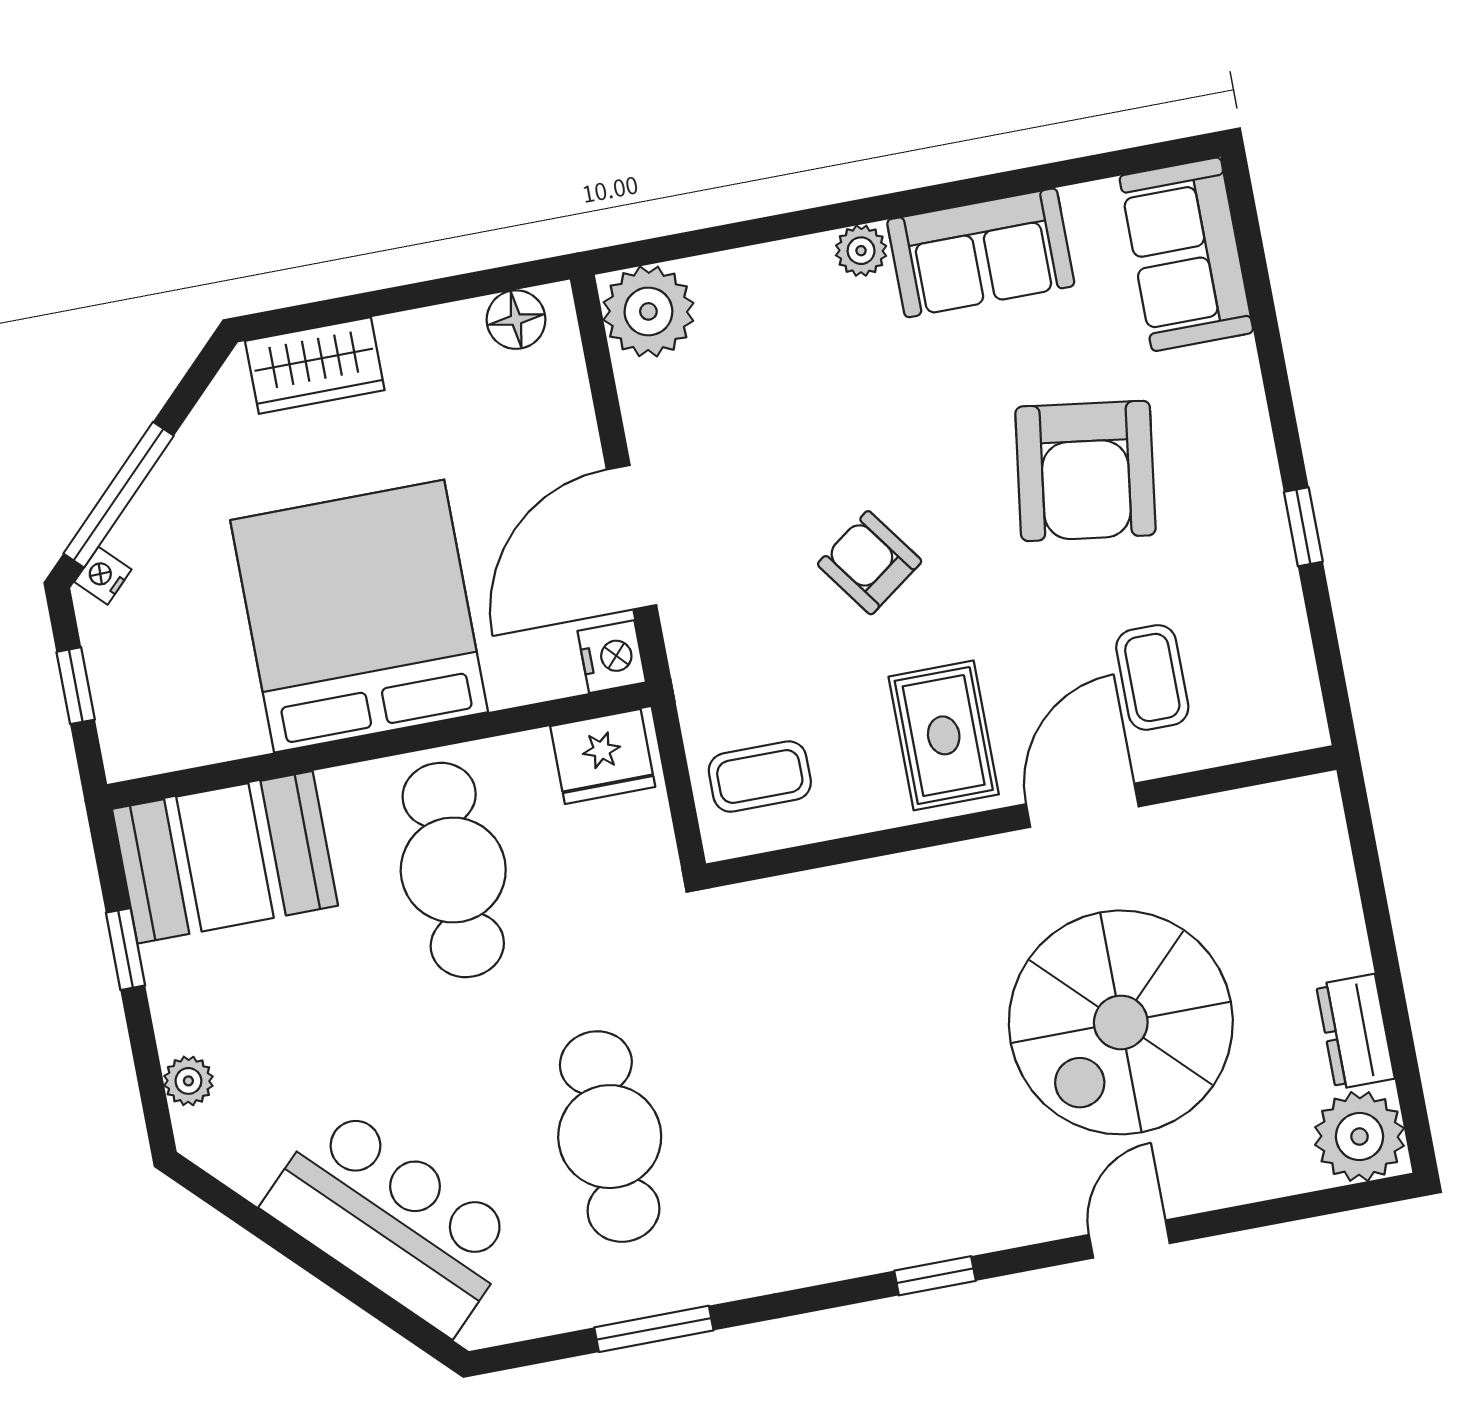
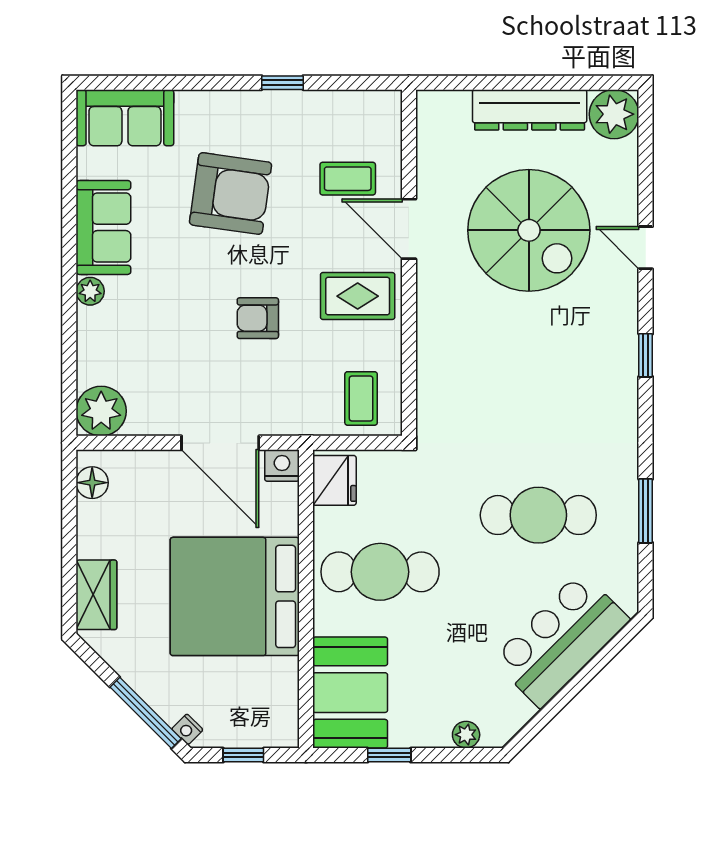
armchair: (870, 563) -> (258, 318), turned 36
dresser: (1355, 1032) -> (530, 110), width x1.96, depth x1.24

